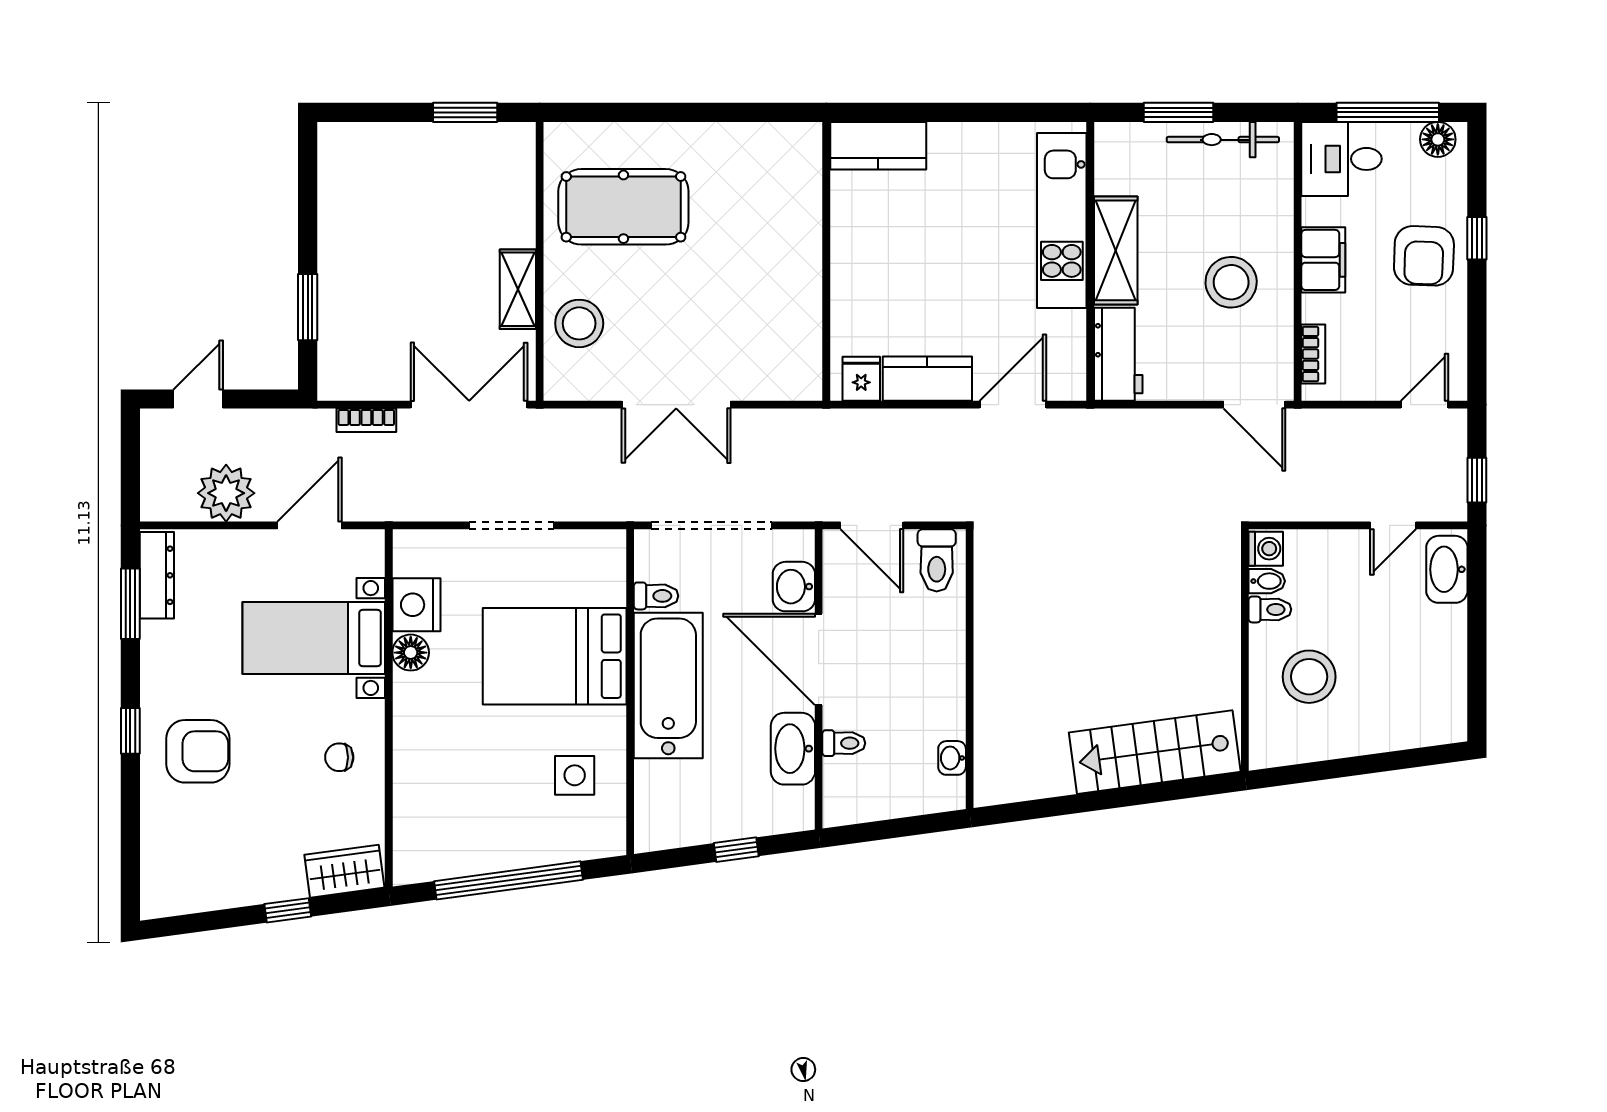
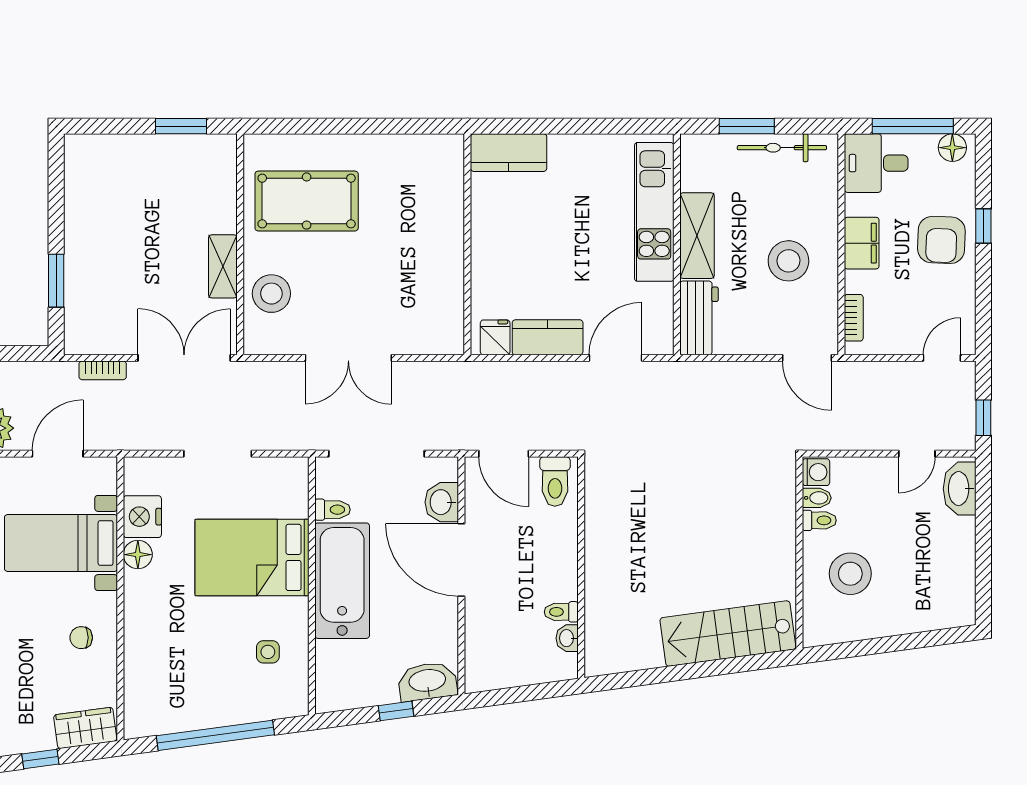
toilet: (844, 743) -> (561, 612), moved, turned 180
washbasin: (793, 749) -> (427, 681), moved, turned 82
side table: (575, 775) -> (268, 652), width x0.73, depth x0.73

